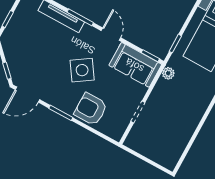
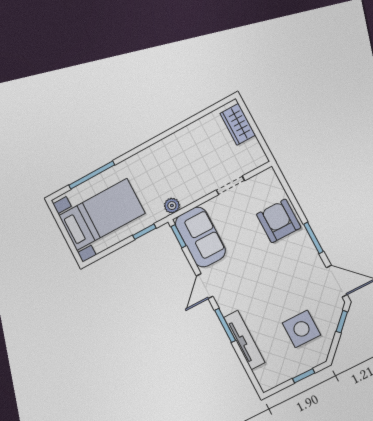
side table: (82, 70) -> (301, 329), moved, turned 34
armchair: (91, 109) -> (279, 221), turned 180
wardrobe: (160, 155) -> (238, 124), added

